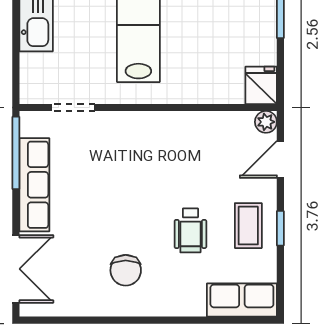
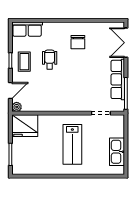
fridge: (261, 85) -> (25, 126), width x1.88, depth x1.34
chair: (126, 270) -> (78, 42), turned 180

